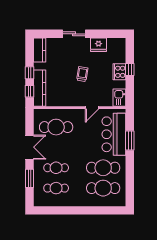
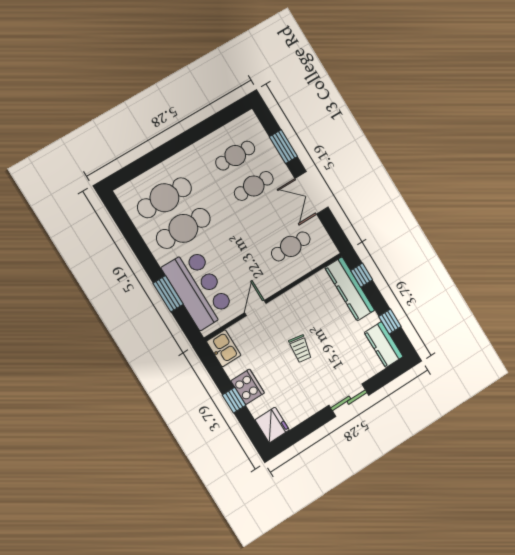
fridge: (99, 45) -> (272, 425), moved, turned 90
window: (29, 73) -> (390, 321), moved
cafe table: (56, 127) -> (291, 246), width x0.73, depth x0.74

